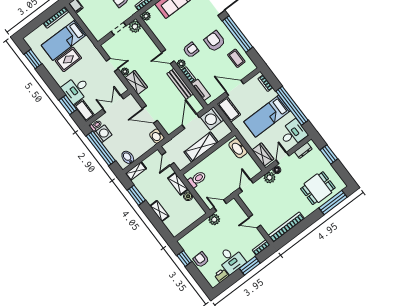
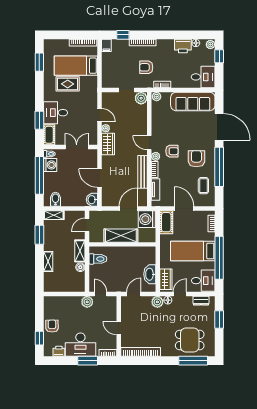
washbasin: (238, 148) -> (150, 274), moved
window: (184, 259) -> (39, 338), moved
desk: (231, 260) -> (80, 345), width x1.37

